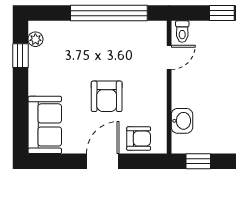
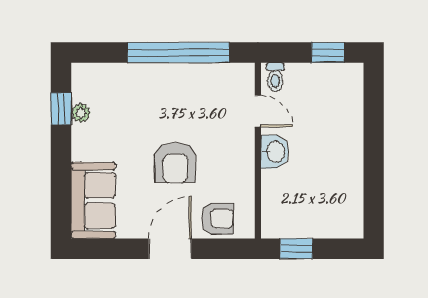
plant: (35, 39) -> (81, 113), moved
door: (169, 57) -> (258, 111), hinge flipped
washbasin: (182, 121) -> (275, 152), moved

